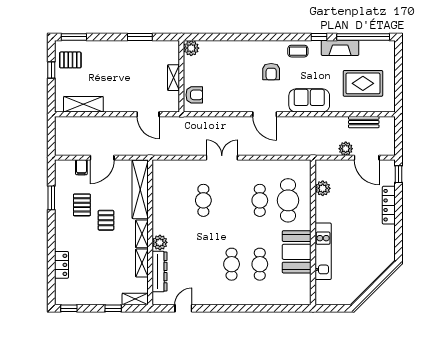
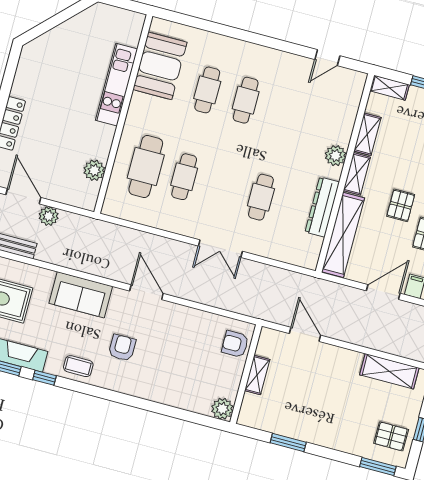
booth: (297, 252) -> (160, 66), moved
dresser: (159, 272) -> (322, 207), moved

